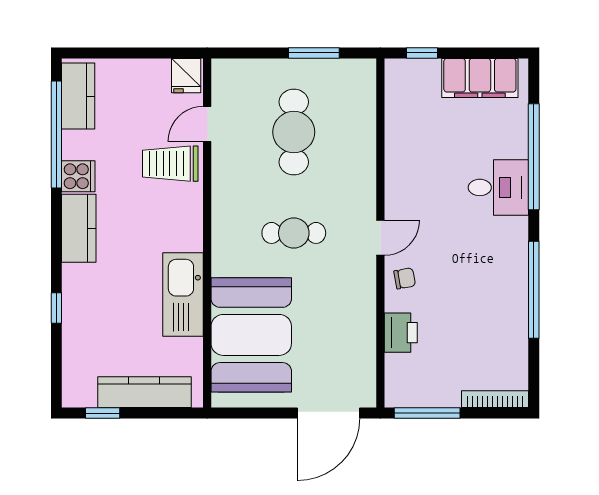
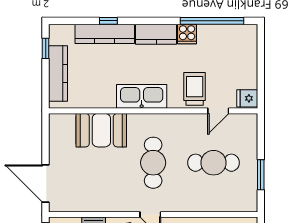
kitchen counter: (78, 96) -> (105, 34), moved, width x1.50
door: (207, 124) -> (218, 111), swing flipped
cafe table: (294, 233) -> (153, 163), width x1.37, depth x1.35
kitchen sink: (183, 294) -> (142, 96), moved
booth: (251, 335) -> (101, 130), width x0.73, depth x0.70

